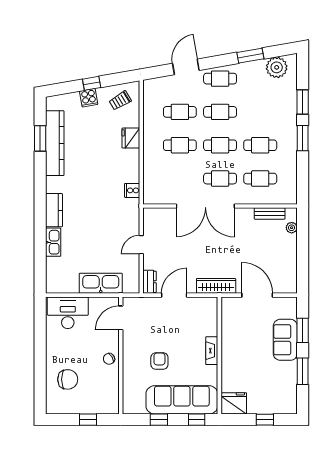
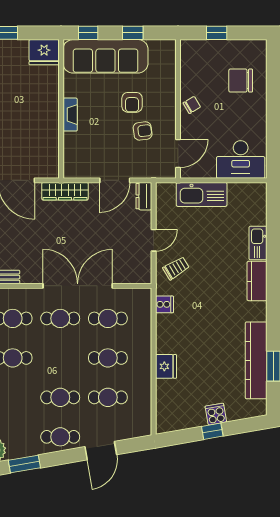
trolley: (120, 101) -> (176, 268), moved
cafe table: (220, 145) -> (108, 318), moved
armchair: (151, 337) -> (143, 131), added

